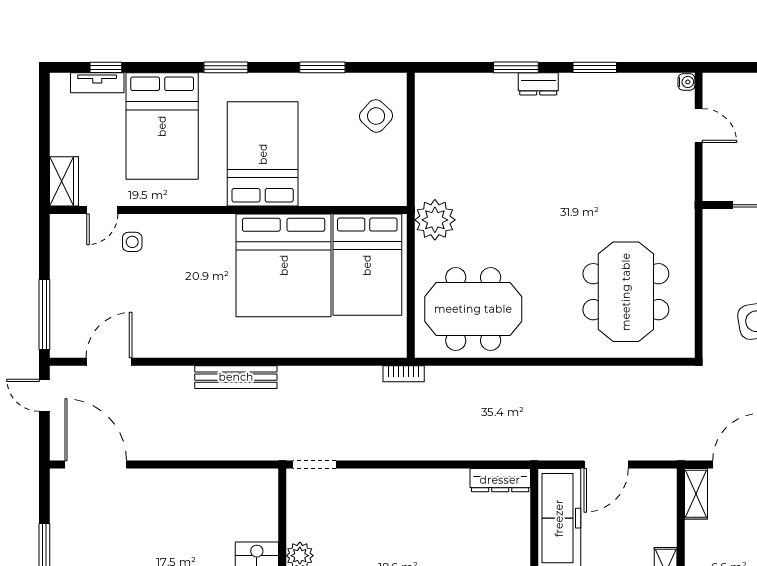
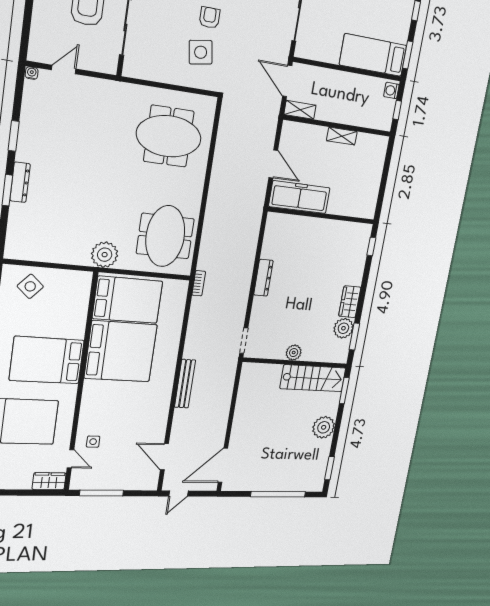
dresser: (538, 84) -> (20, 182), width x1.44
window: (44, 315) -> (102, 493), moved
dresser: (500, 480) -> (263, 278), moved

